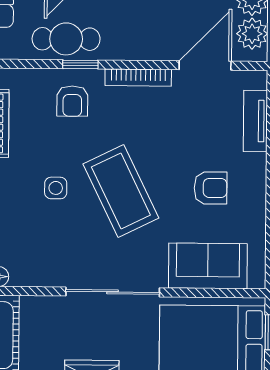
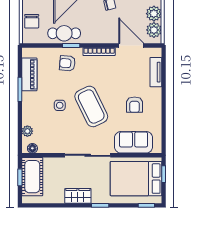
door: (205, 65) -> (131, 46), hinge flipped
armchair: (72, 101) -> (67, 63), turned 95
armchair: (211, 188) -> (135, 105), turned 90

